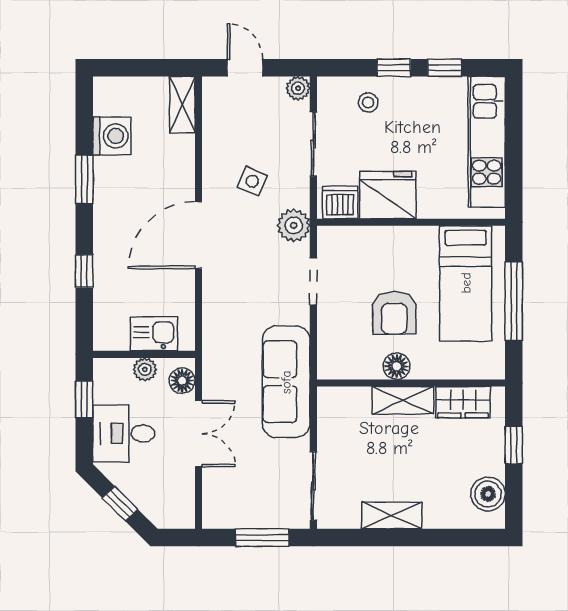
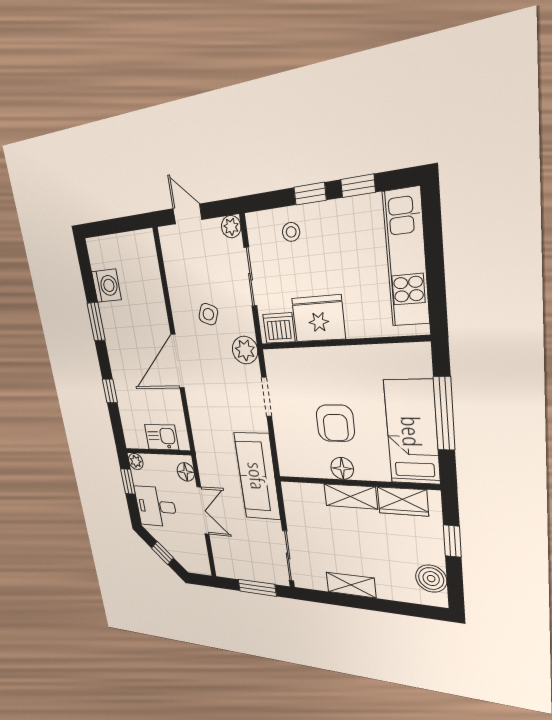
shelving: (182, 105) -> (148, 254), removed
bed: (466, 283) -> (412, 432), moved, turned 180
plant: (145, 369) -> (136, 461), moved

